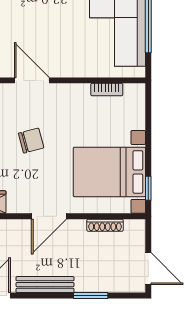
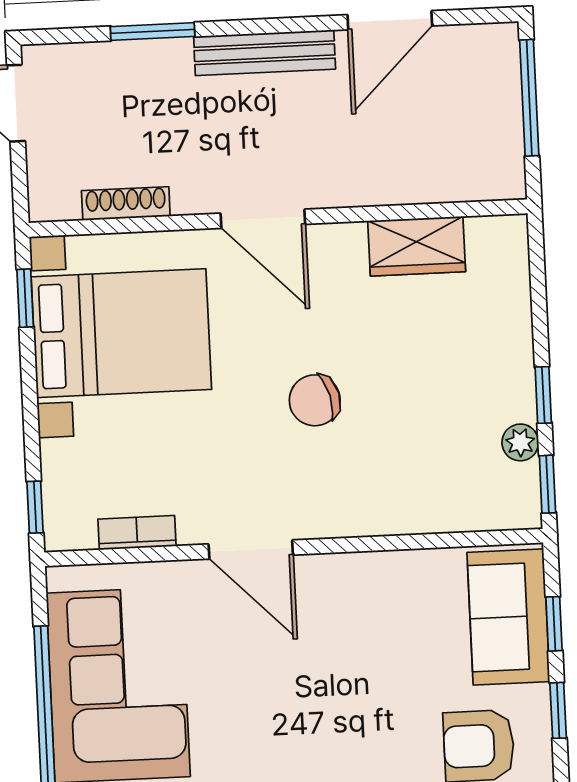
door: (32, 80) -> (251, 550), moved
window: (148, 102) -> (35, 507), added
door: (49, 216) -> (263, 219), swing flipped

